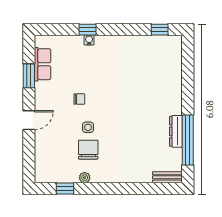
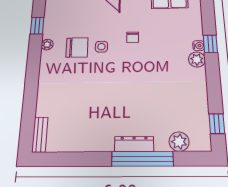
plant: (102, 42) -> (197, 59), added
plant: (174, 61) -> (179, 142), added
dresser: (176, 131) -> (134, 144), moved
window: (188, 140) -> (142, 159), moved

